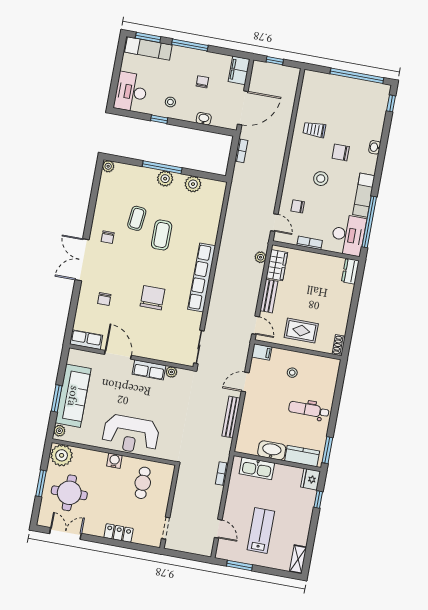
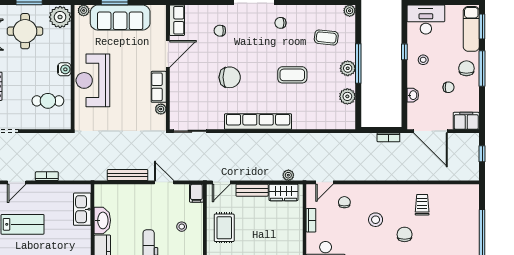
chair: (187, 60) -> (466, 68), added
coffee table: (137, 218) -> (326, 37), moved
bookcase: (222, 474) -> (47, 176), moved

